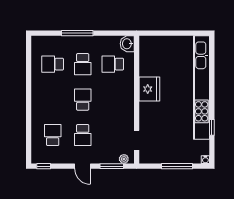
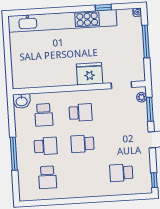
fridge: (149, 89) -> (89, 74), moved
school desk: (83, 135) -> (81, 113), moved

